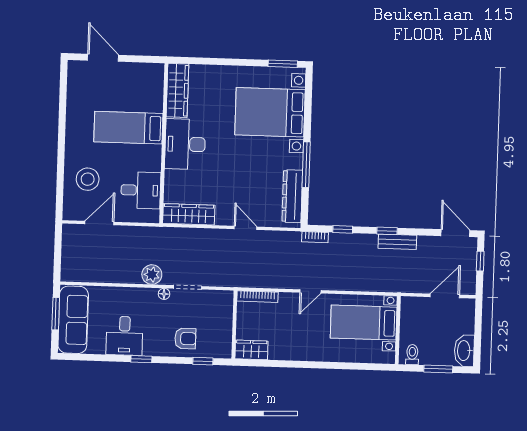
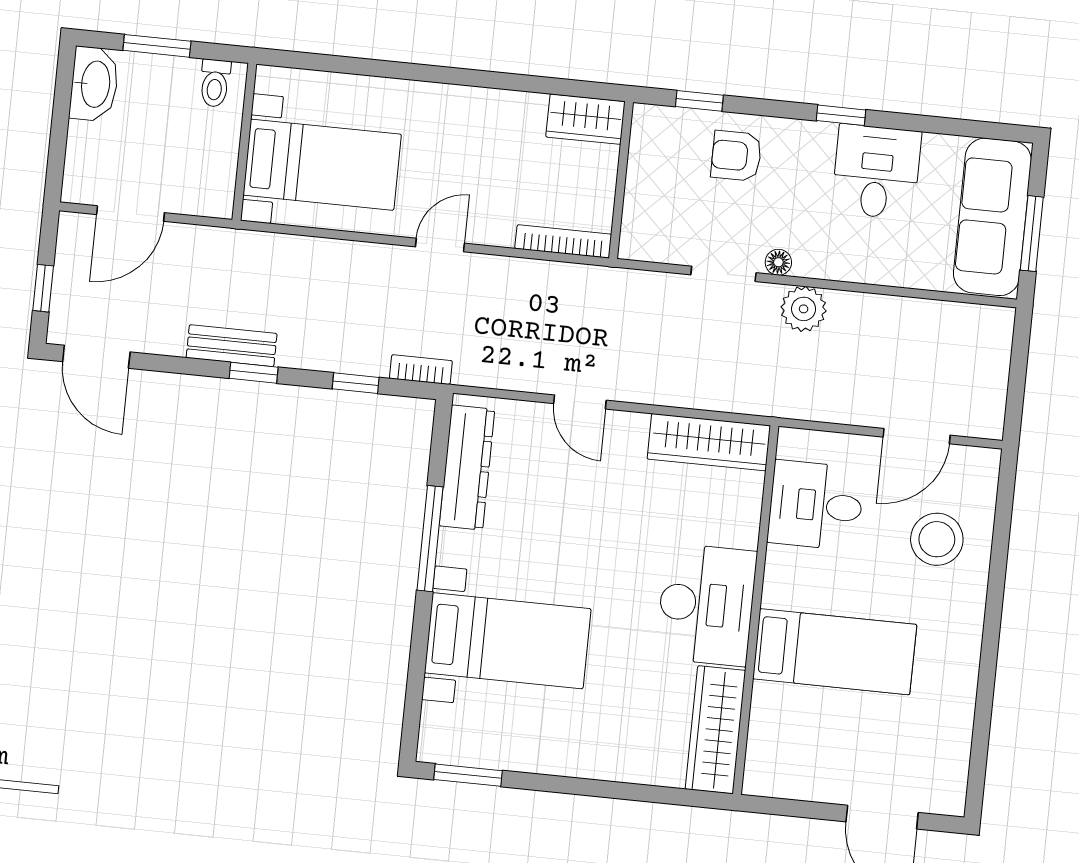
bed with nightstands: (270, 112) -> (508, 641), width x0.73

